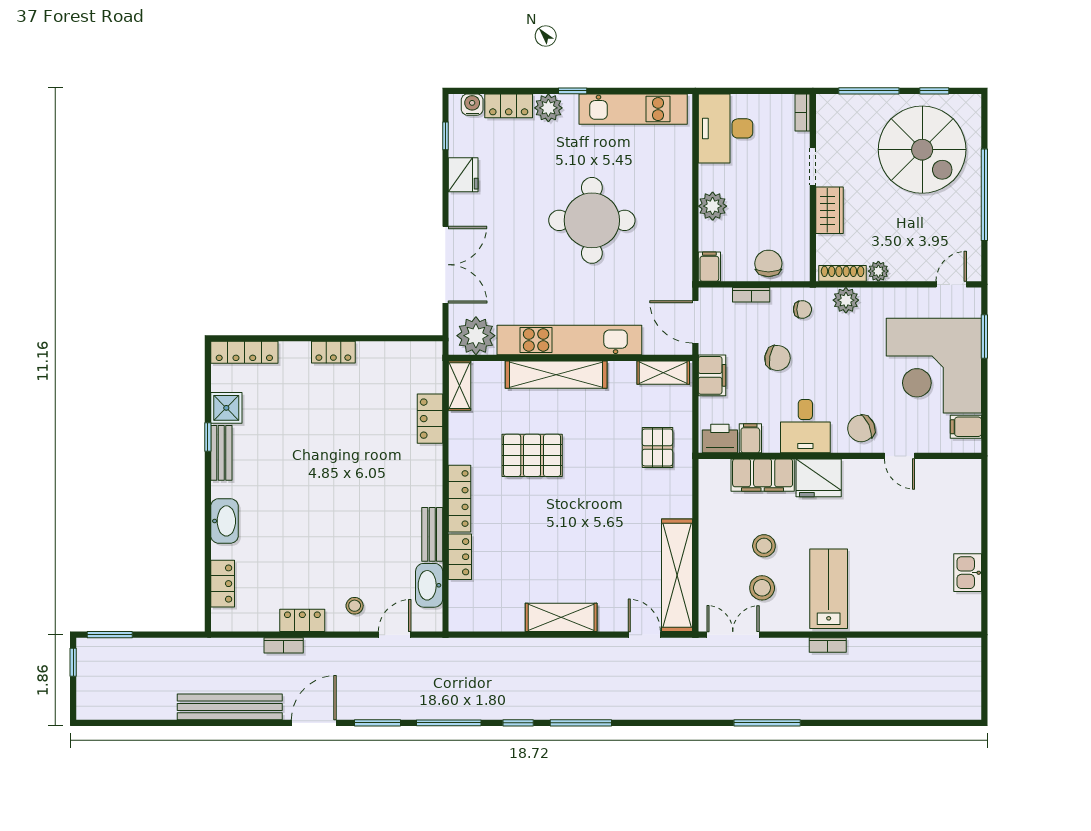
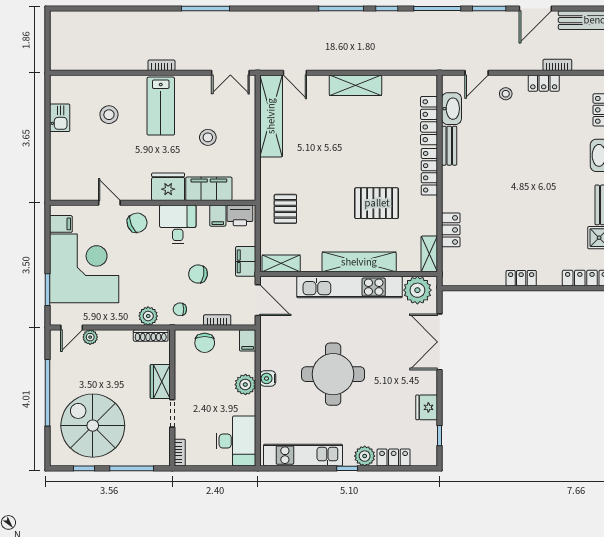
water cooler: (472, 105) -> (268, 378), moved, turned 90
plant: (878, 271) -> (90, 337), moved
locker: (460, 557) -> (429, 121), width x1.53
stool: (762, 588) -> (109, 115), moved

